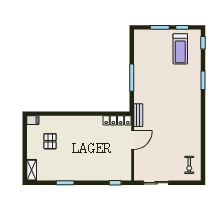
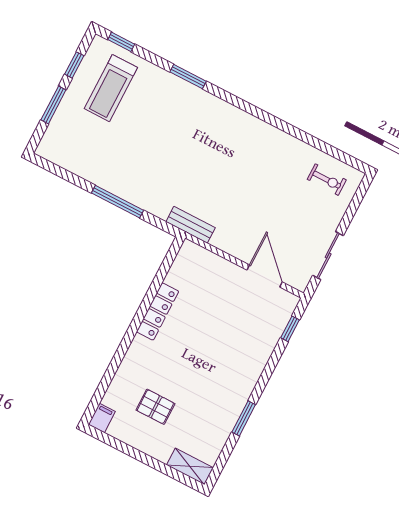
treadmill: (180, 49) -> (111, 88), turned 90
locker: (117, 120) -> (158, 311), moved
door: (133, 140) -> (265, 276), moved

